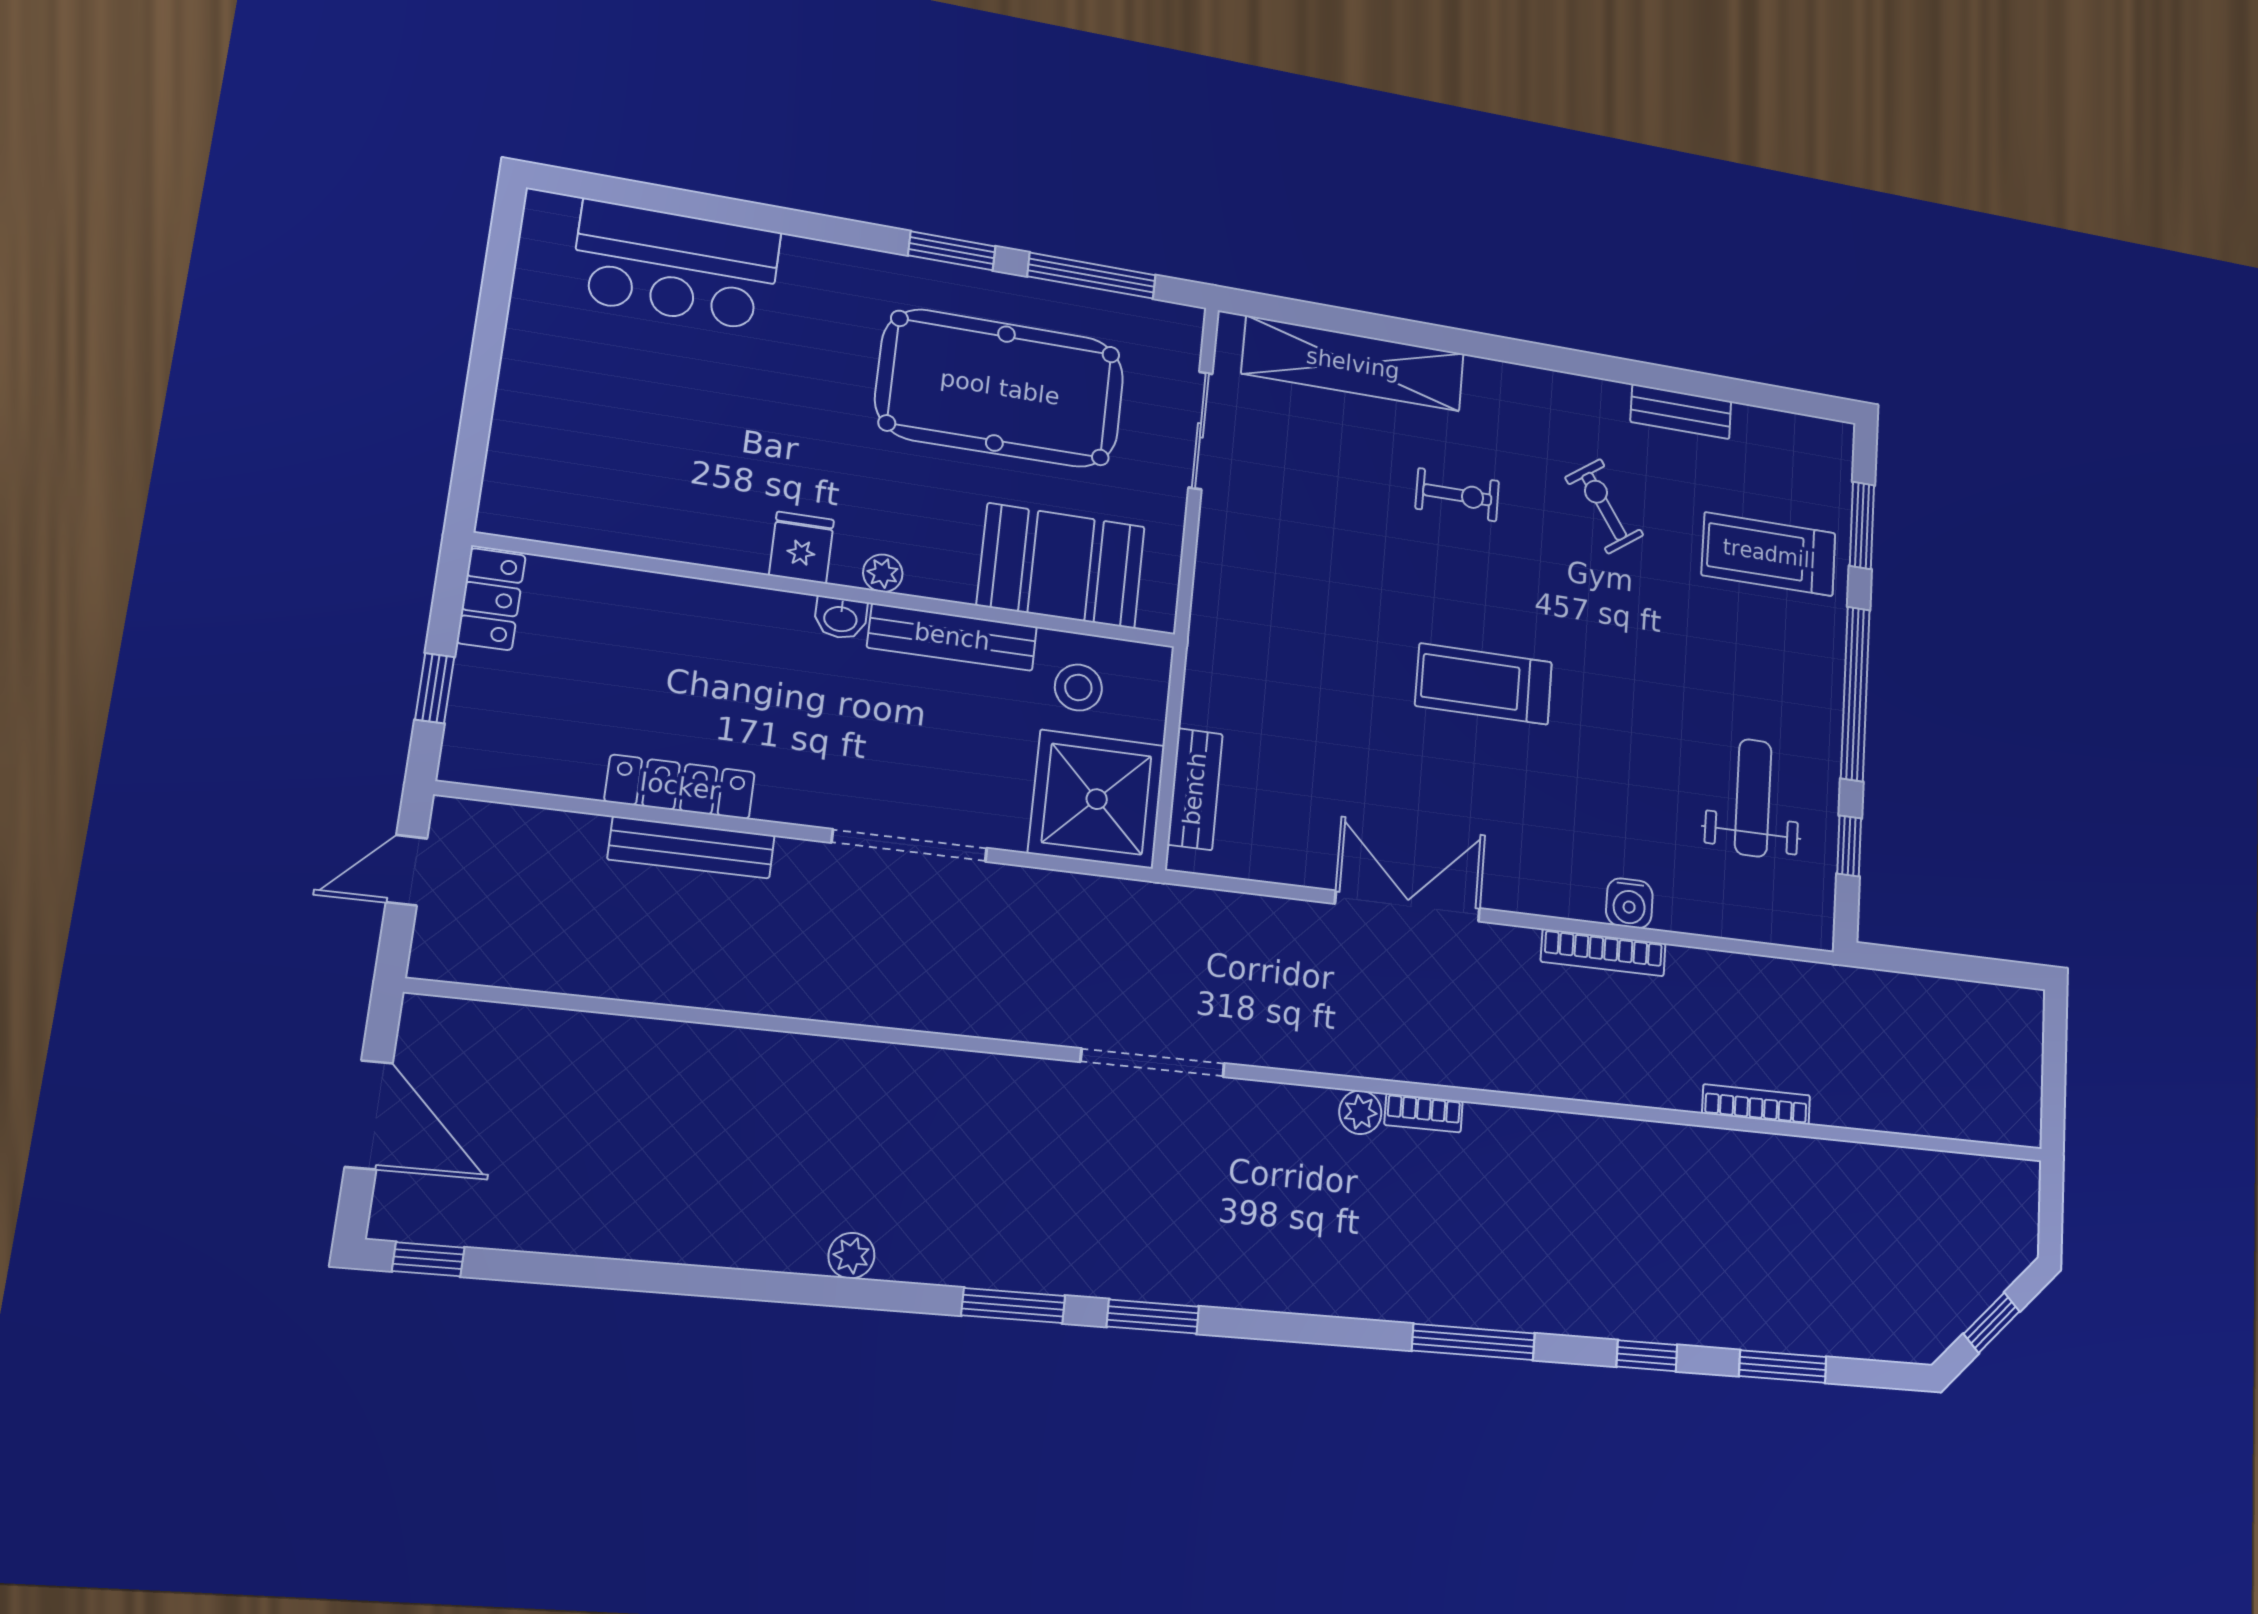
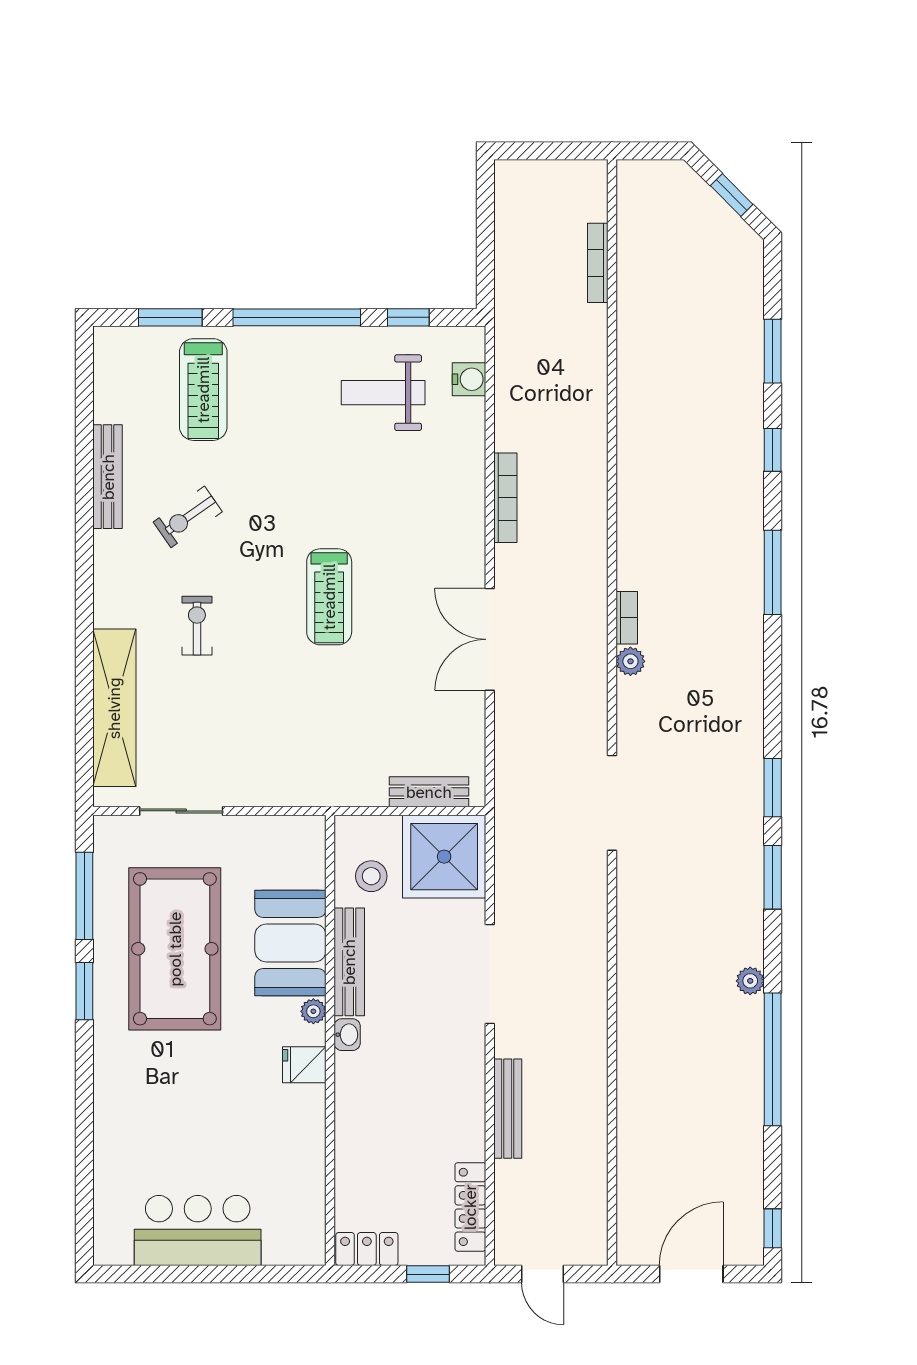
bar counter: (676, 265) -> (198, 1230), moved, turned -90
bench: (1681, 411) -> (108, 477), width x1.36
booth: (1061, 566) -> (290, 943), moved
locker: (680, 787) -> (470, 1207), moved
water cooler: (1629, 903) -> (469, 379), moved
bookcase: (1756, 1104) -> (598, 263), moved
window: (718, 1282) -> (773, 1059), added

